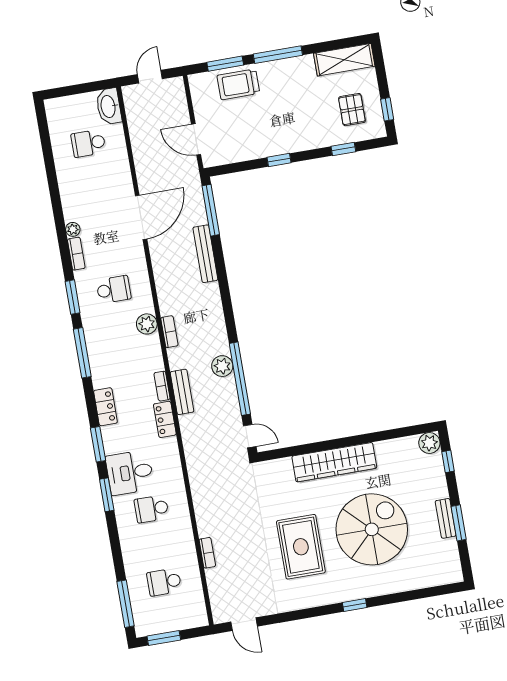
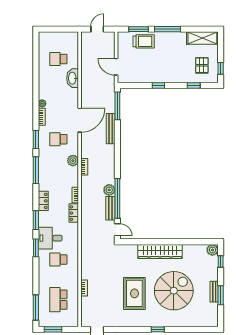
trolley: (238, 84) -> (144, 41), turned 180
washbasin: (109, 106) -> (73, 78), moved
door: (141, 217) -> (80, 120), moved
school desk: (114, 290) -> (58, 139), turned 180
bench: (182, 392) -> (110, 208), moved
school desk: (164, 582) -> (58, 300), width x1.85

